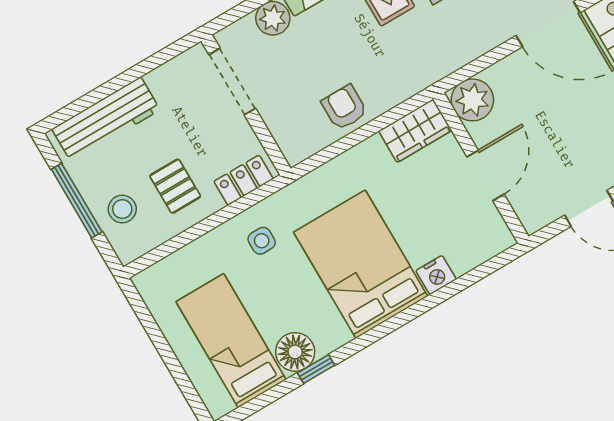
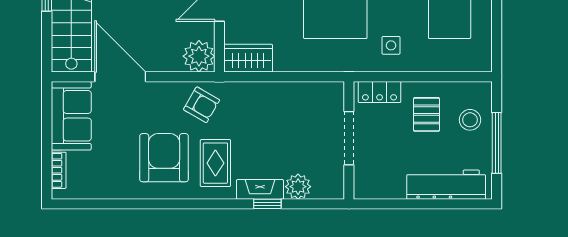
doorway: (232, 82) -> (349, 138), moved
armchair: (344, 107) -> (202, 105), moved, turned -60

